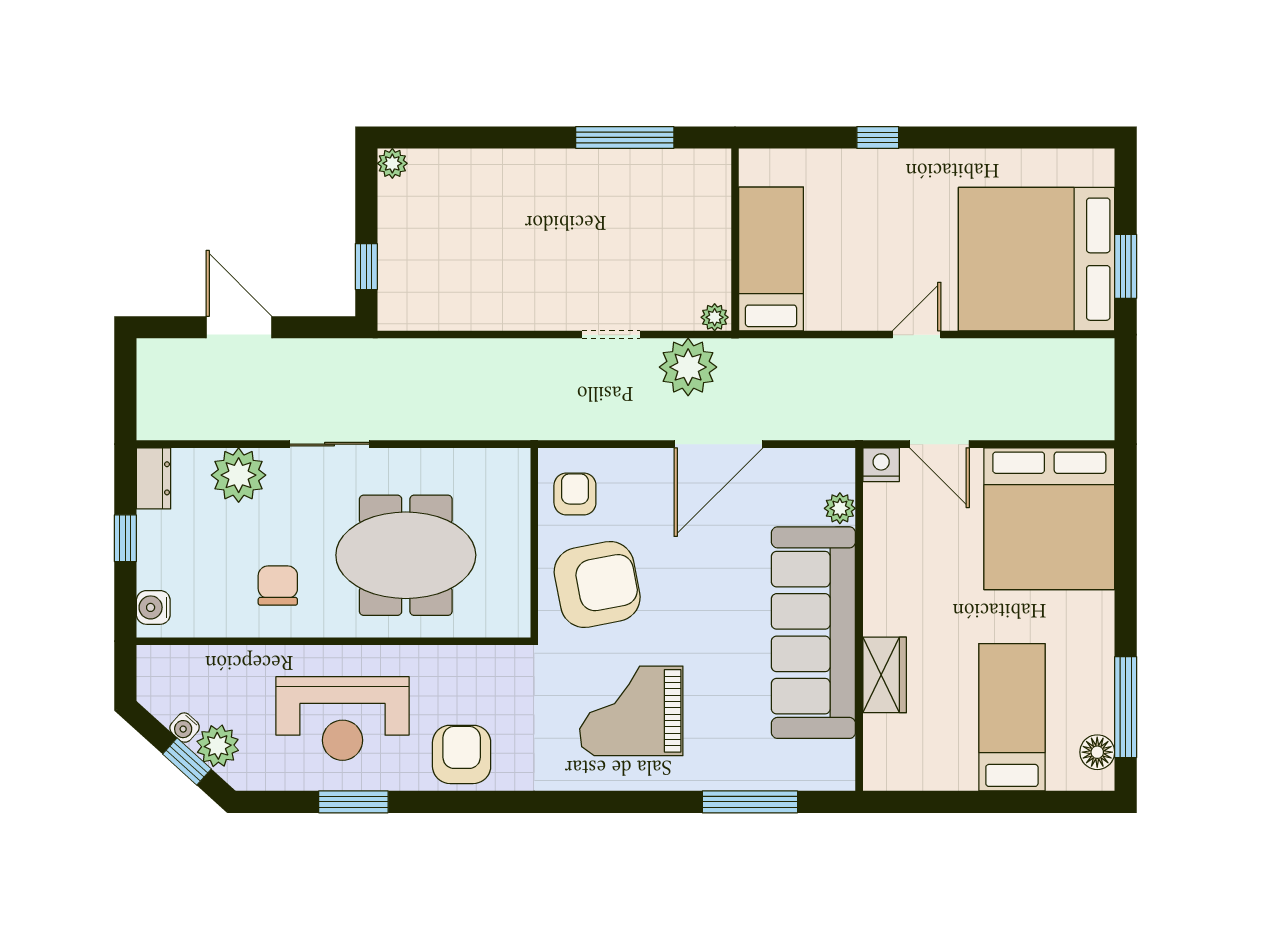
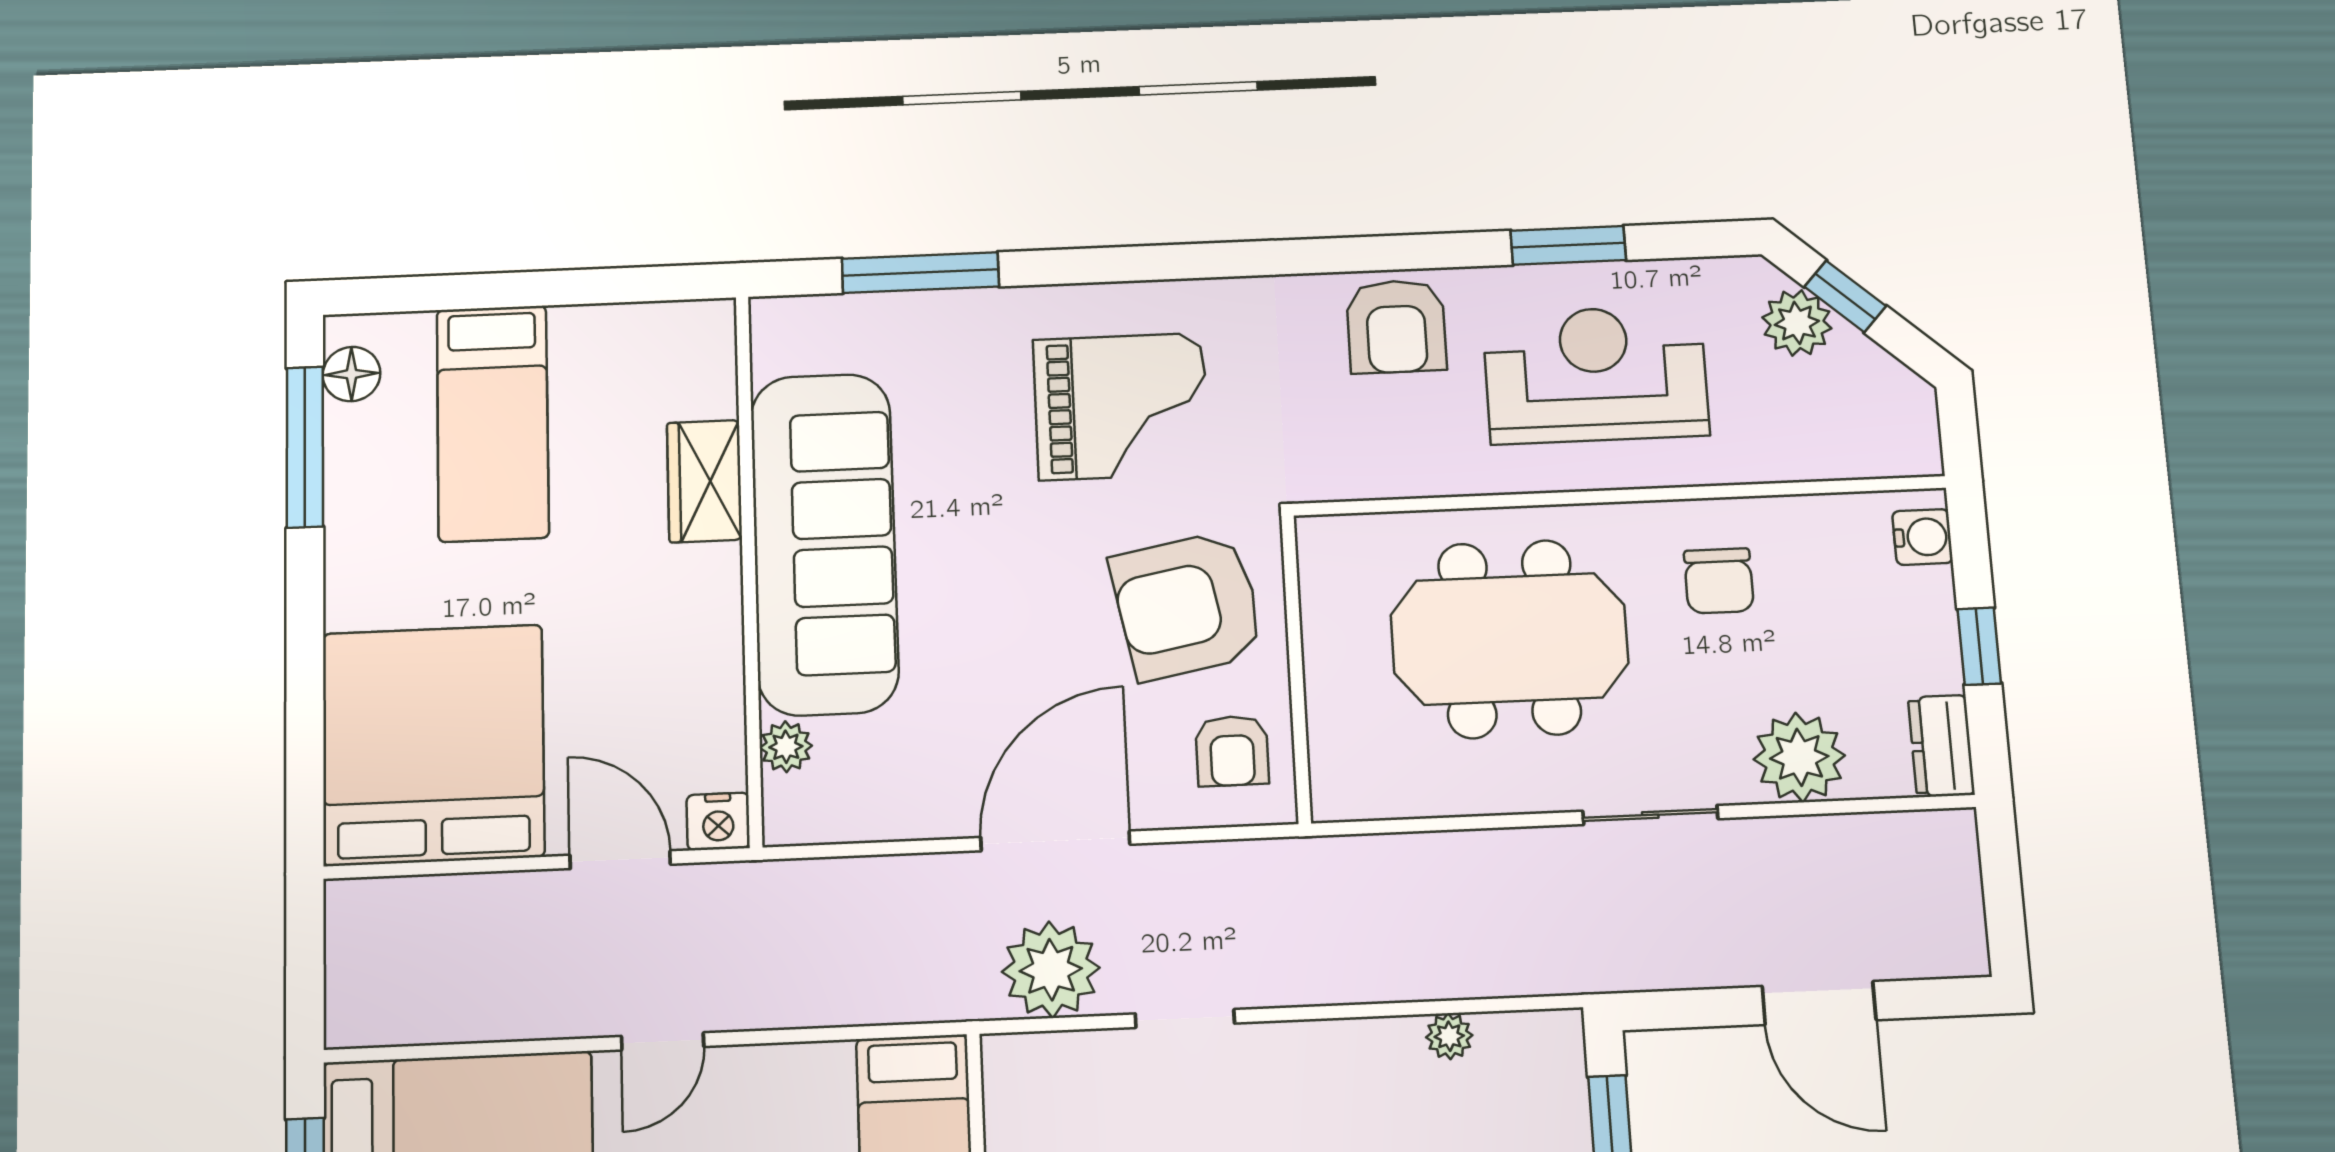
plant: (715, 317) -> (1449, 1036), moved
door: (718, 444) -> (1055, 841), moved
water cooler: (185, 728) -> (1854, 349), removed

